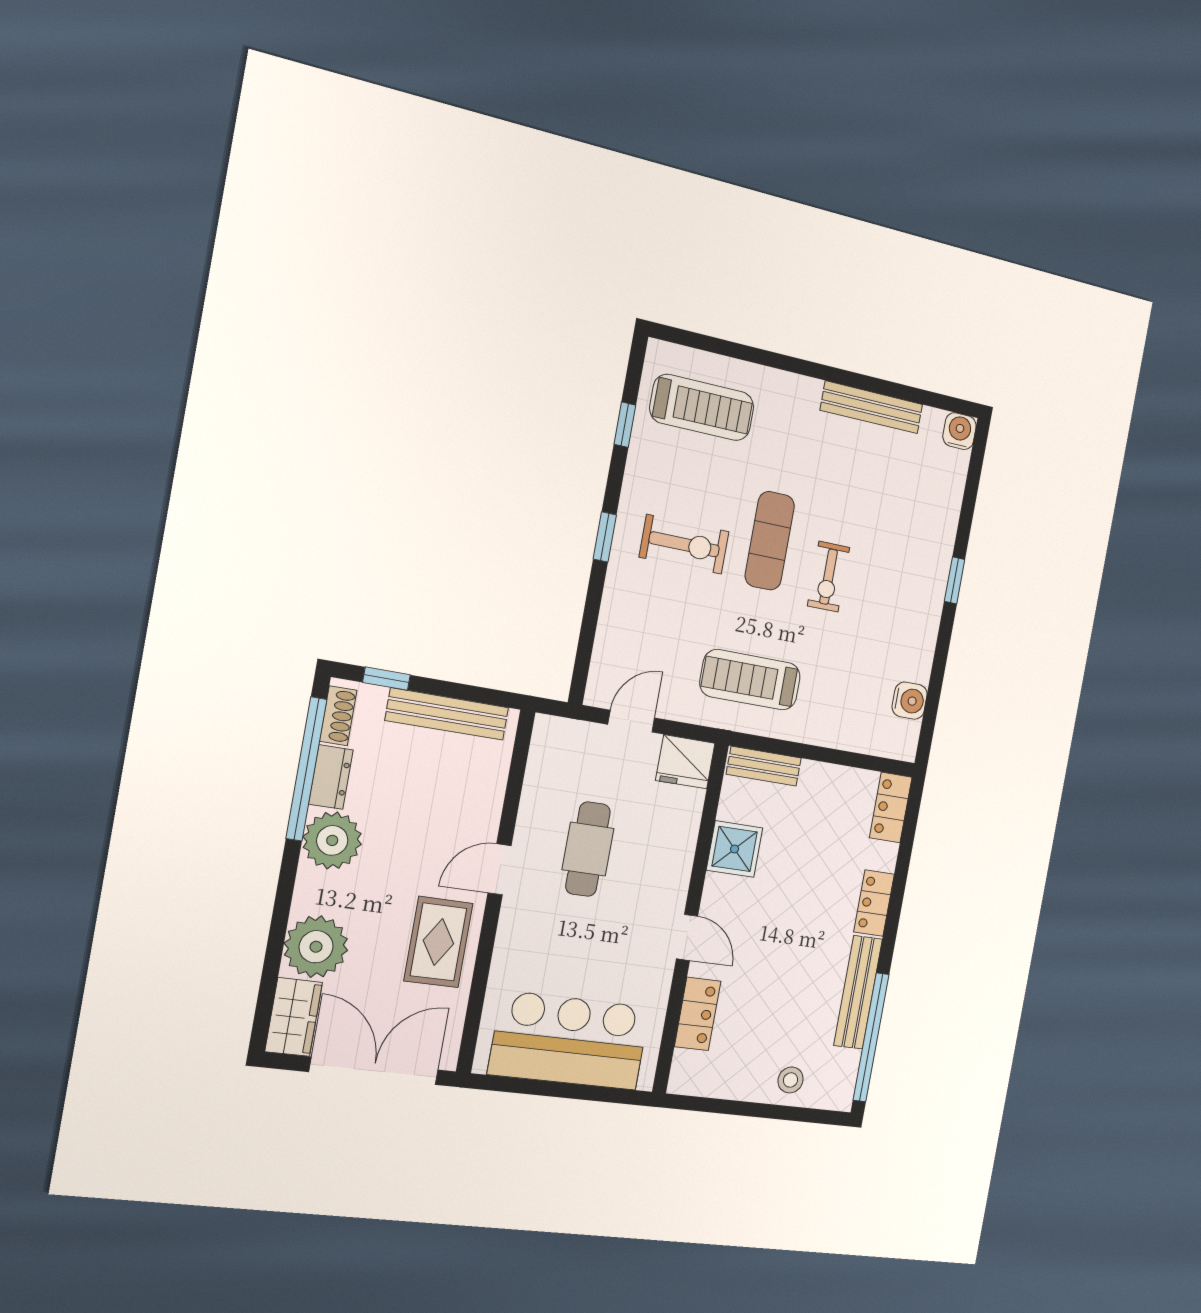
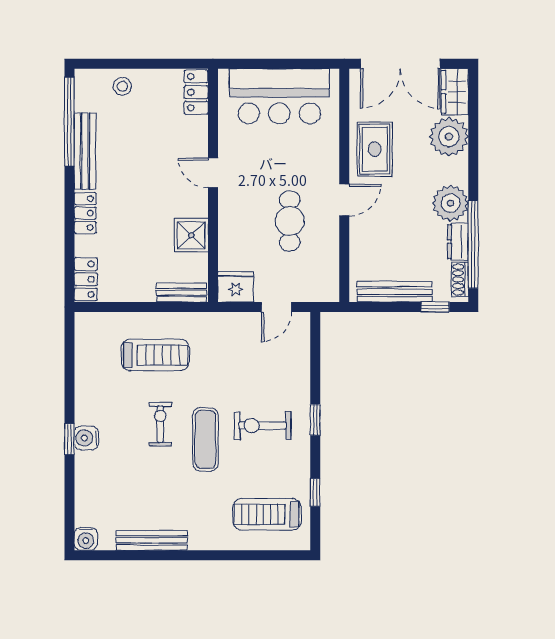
treadmill: (750, 680) -> (155, 355), moved
water cooler: (910, 701) -> (86, 438), moved
locker: (698, 1014) -> (196, 92), moved

